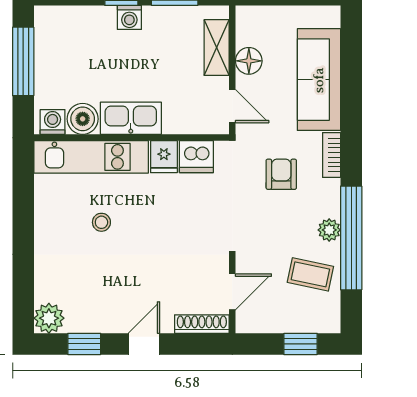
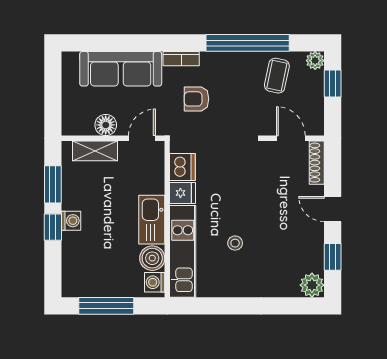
plant: (329, 230) -> (315, 61), moved

